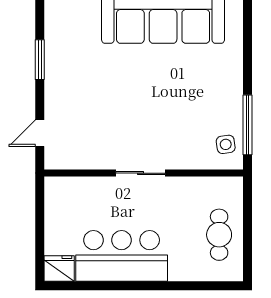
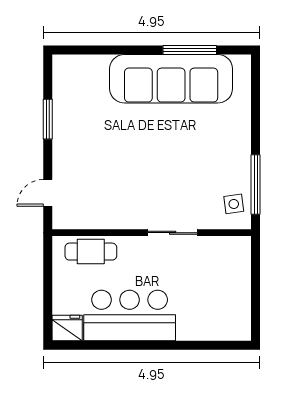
sliding door: (140, 173) -> (173, 233), moved
cafe table: (219, 235) -> (91, 252), moved, turned 90

